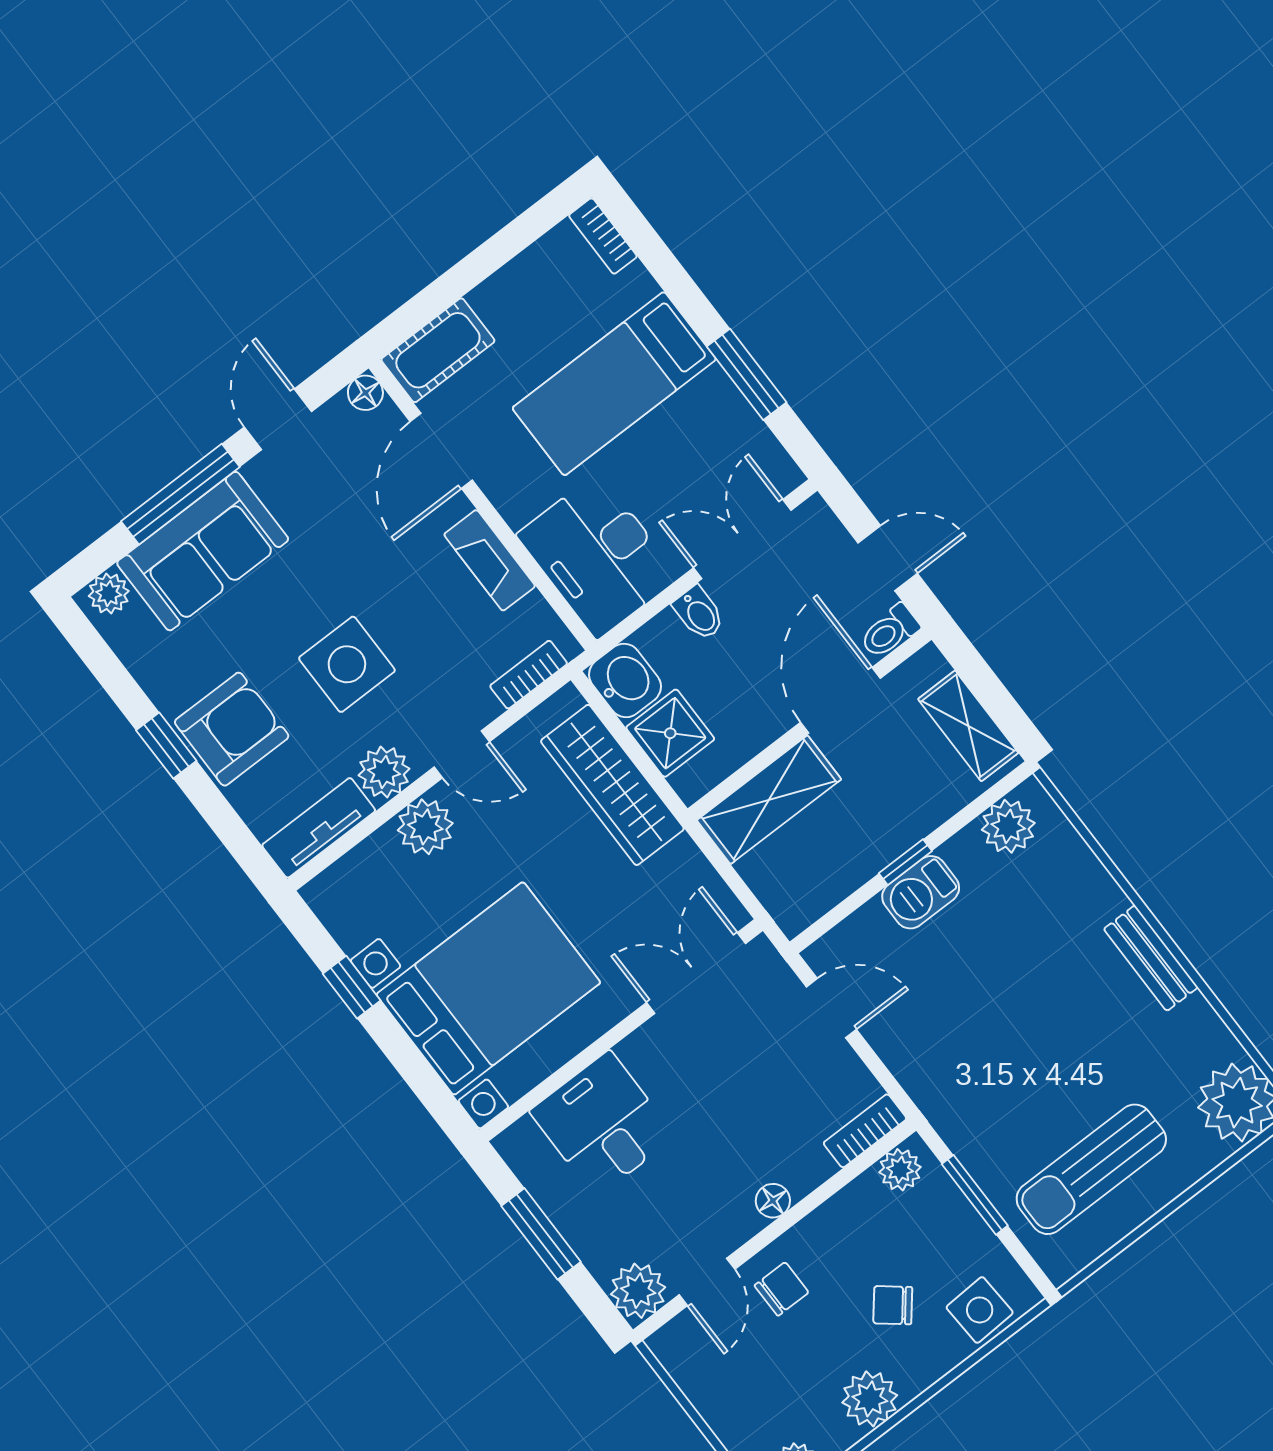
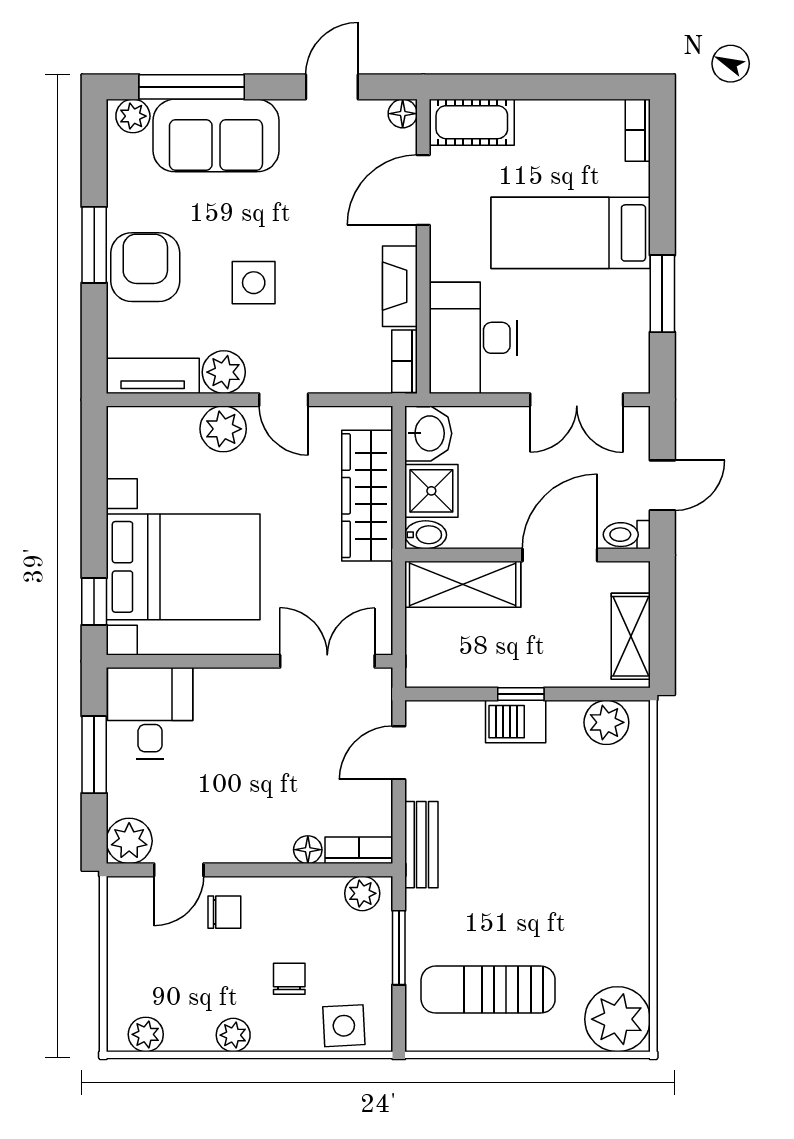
window: (180, 494) -> (192, 87), moved
double door: (742, 539) -> (577, 400), swing flipped
door: (888, 558) -> (662, 485), hinge flipped
bidet: (699, 613) -> (426, 535), moved, turned -90
side table: (347, 664) -> (254, 283), width x0.73, depth x0.73
bookcase: (529, 675) -> (405, 361), moved, turned -90
armchair: (232, 729) -> (145, 267), turned -90
window: (166, 745) -> (94, 245), width x1.50
bench: (1151, 958) -> (421, 845), moved
window: (352, 987) -> (94, 602), moved
door: (831, 1008) -> (399, 753), swing flipped
desk: (603, 1124) -> (150, 713), moved
floor lamp: (773, 1201) -> (308, 850), moved
chair: (893, 1305) -> (289, 979), turned 51
plant: (870, 1399) -> (233, 1035), width x0.73, depth x0.73

